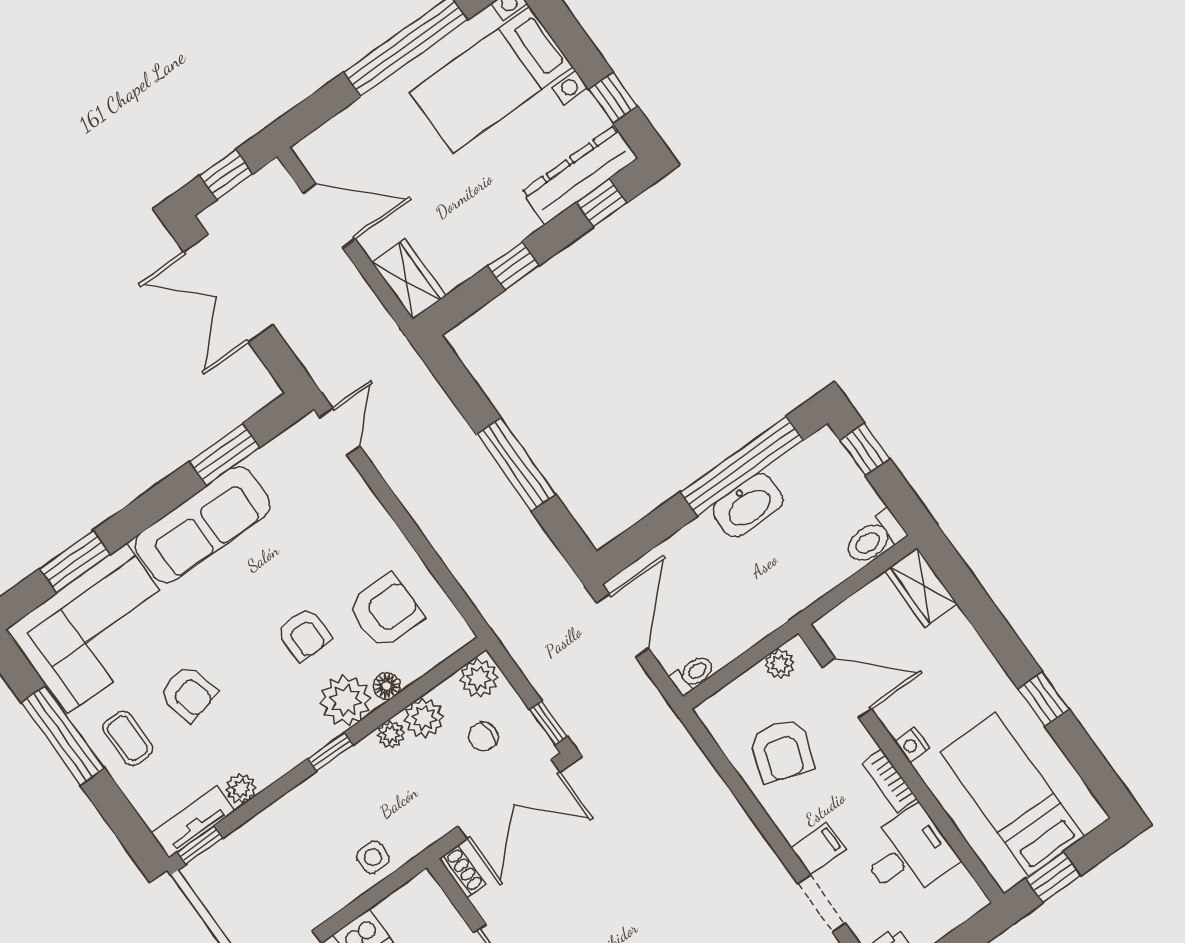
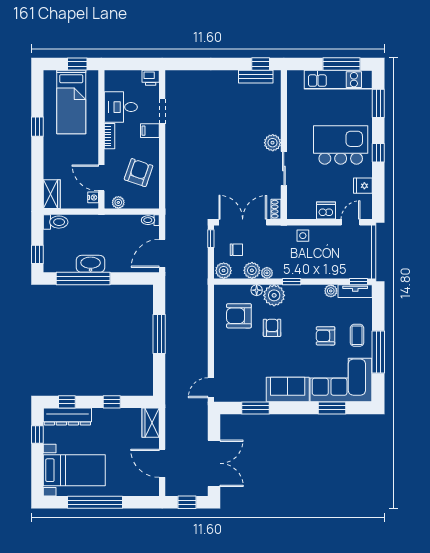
sofa: (202, 525) -> (288, 390), width x0.73
armchair: (188, 693) -> (326, 336), turned -76
nightstand: (912, 745) -> (93, 197), moved

